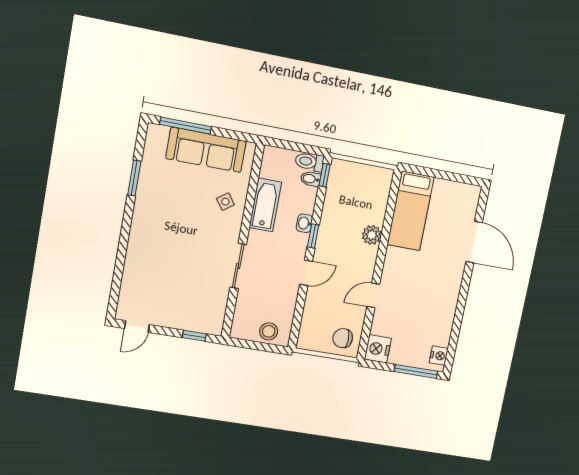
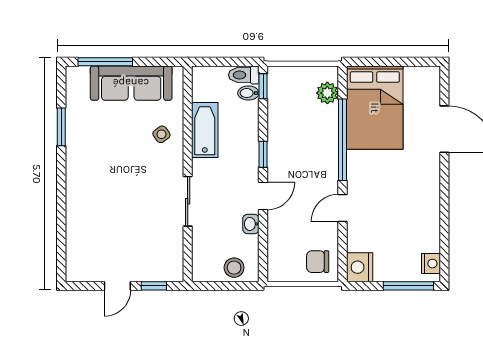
bed: (411, 211) -> (375, 108), width x1.50
washbasin: (304, 223) -> (251, 224), moved
plant: (372, 235) -> (327, 93), moved
window: (385, 236) -> (342, 140), added
door: (137, 327) -> (117, 286), moved

